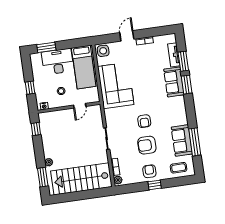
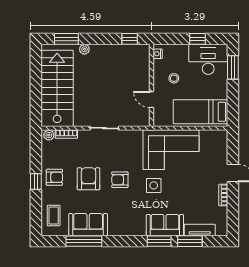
side table: (103, 51) -> (154, 185), moved
desk: (58, 62) -> (208, 59), moved, turned -90
window: (30, 88) -> (197, 39), moved

